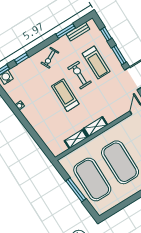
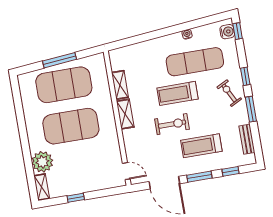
window: (66, 31) -> (251, 109), moved
window: (21, 58) -> (245, 76), moved
exercise bike: (80, 75) -> (172, 124), moved
exercise mat: (37, 92) -> (195, 62), added
treadmill: (65, 95) -> (177, 93), turned 180

